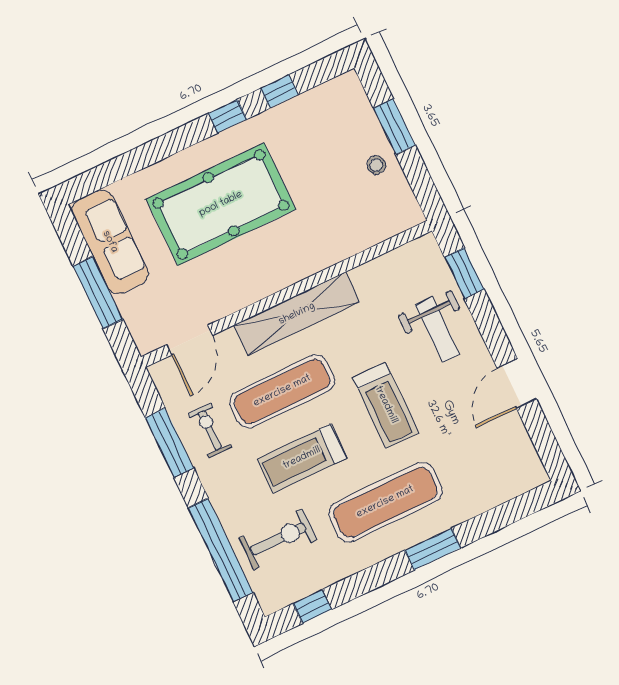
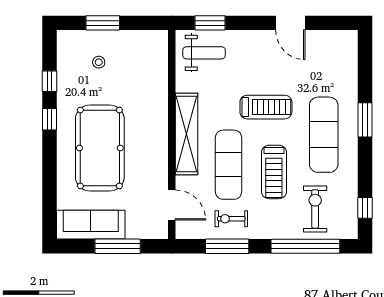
stool: (376, 165) -> (99, 62), moved
weight bench: (437, 330) -> (204, 53), moved

